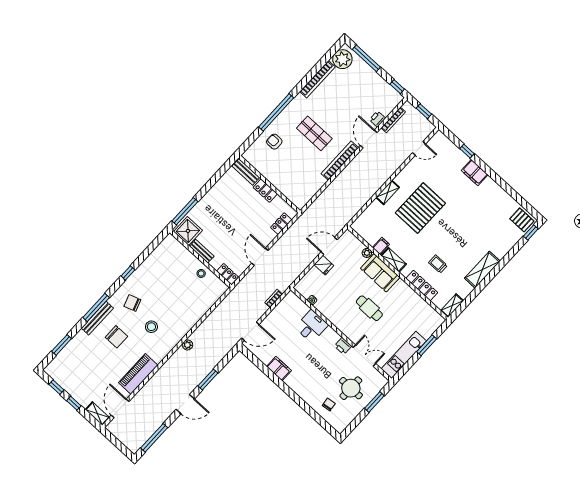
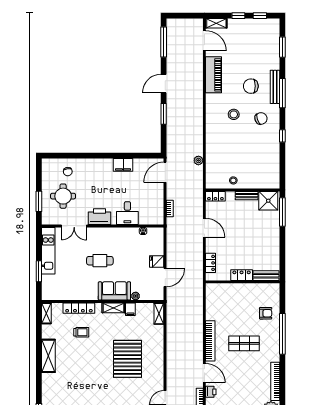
shelving: (388, 192) -> (159, 314), moved
plant: (187, 345) -> (198, 160), moved
printer: (343, 346) -> (99, 217), width x1.87, depth x1.48

